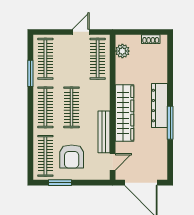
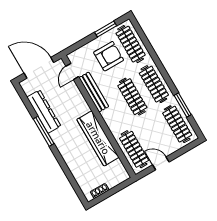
door: (81, 32) -> (161, 163), swing flipped
plant: (122, 51) -> (117, 168), removed
dresser: (159, 106) -> (44, 112), moved
wardrobe: (125, 113) -> (98, 138), moved
armchair: (72, 157) -> (109, 56), turned 90

